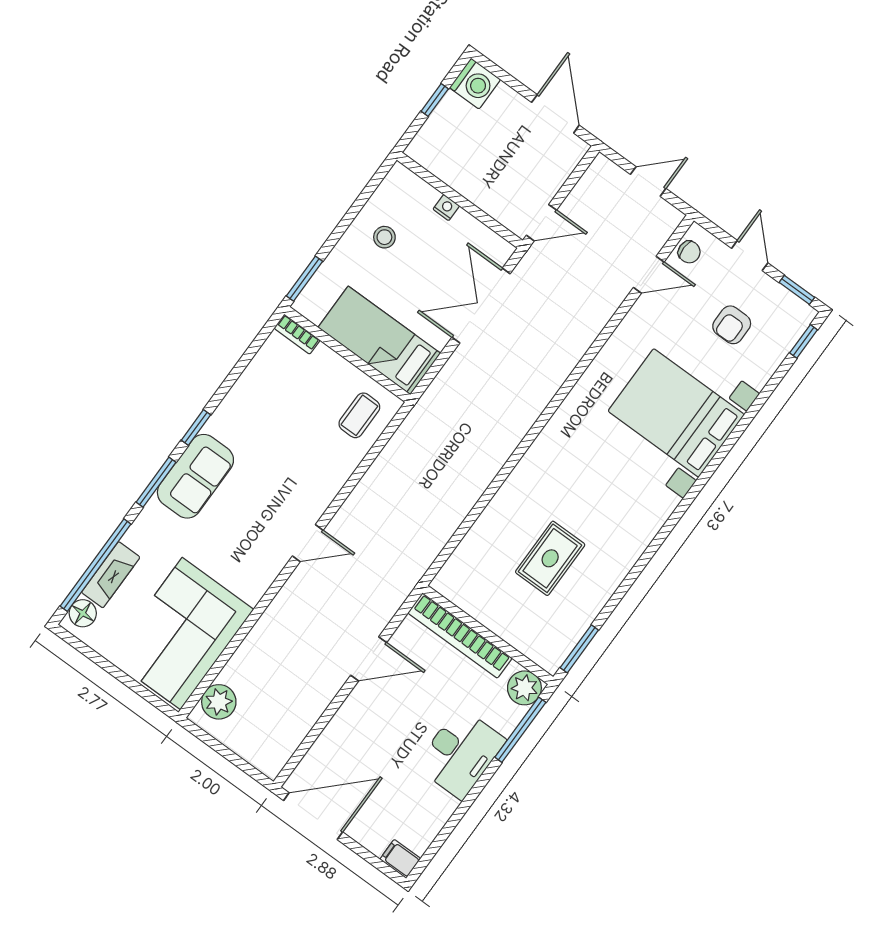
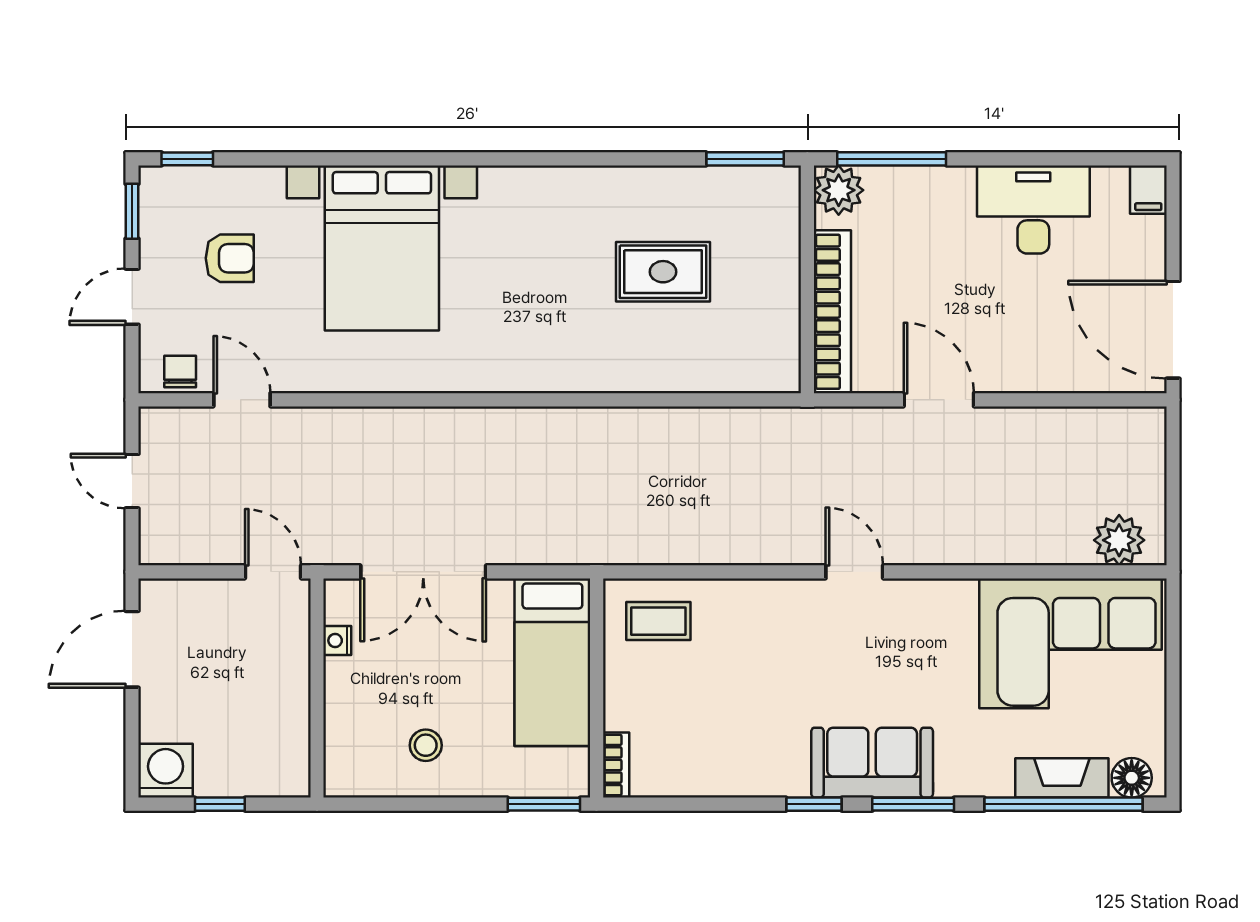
nightstand: (446, 208) -> (337, 640), moved
desk: (461, 753) -> (1033, 210), moved

